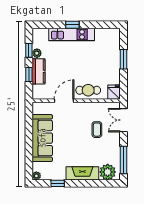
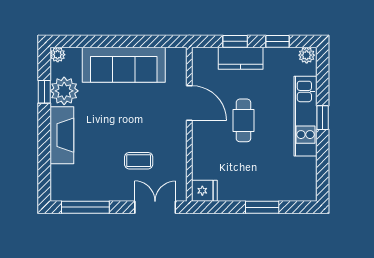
plant: (37, 53) -> (307, 55), moved
cafe table: (88, 90) -> (243, 120), moved
plant: (108, 172) -> (64, 91), moved

